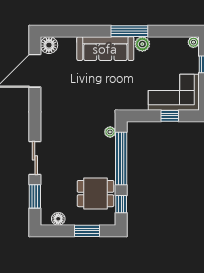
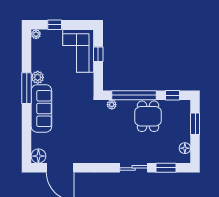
dining table: (96, 194) -> (148, 116), moved

